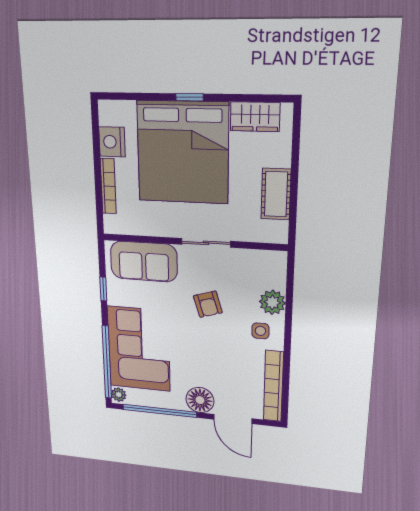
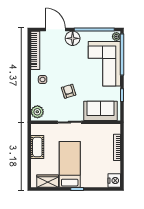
nightstand: (112, 142) -> (114, 181), moved
bed: (183, 152) -> (70, 164), width x0.49
plant: (272, 302) -> (37, 112), moved

